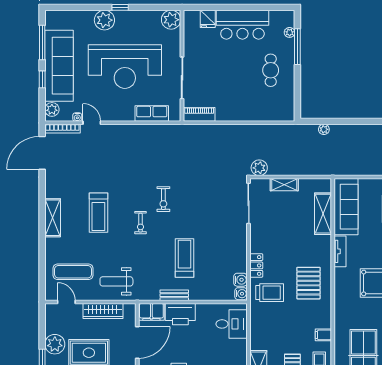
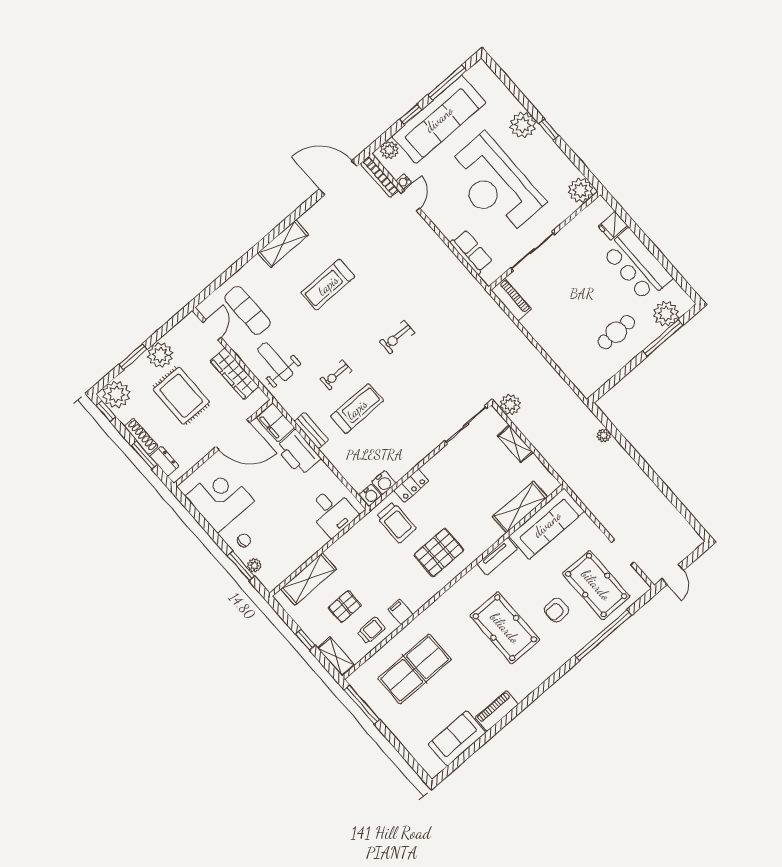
plant: (290, 32) -> (666, 314), width x1.87, depth x1.87
exercise bike: (140, 223) -> (336, 375), moved

